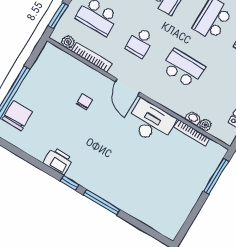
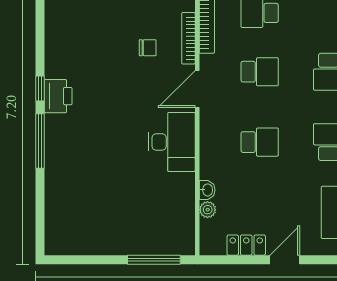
school desk: (140, 42) -> (260, 72), turned 180
school desk: (183, 68) -> (260, 142), width x0.54
bookcase: (192, 133) -> (188, 38), moved
printer: (58, 161) -> (58, 96), moved

